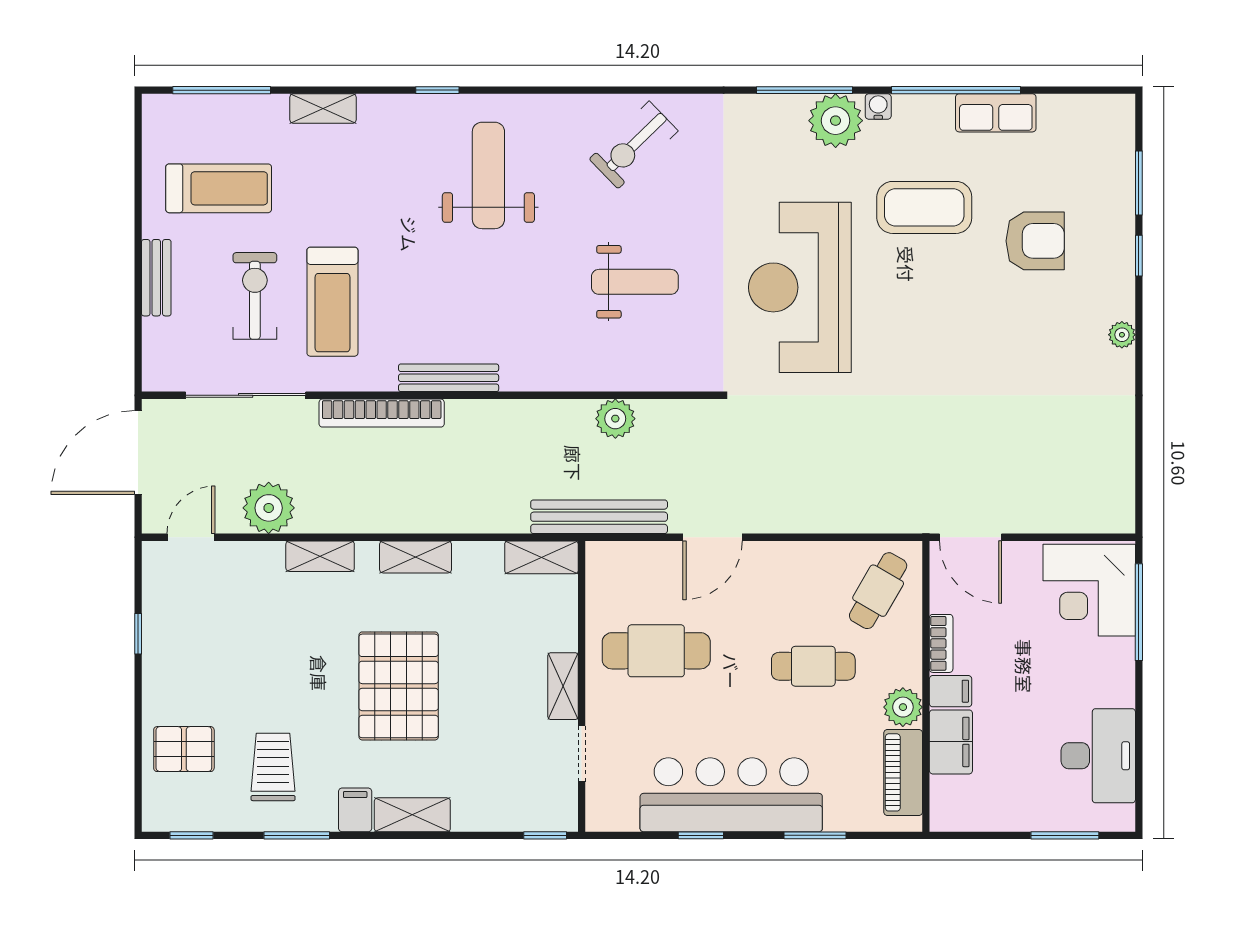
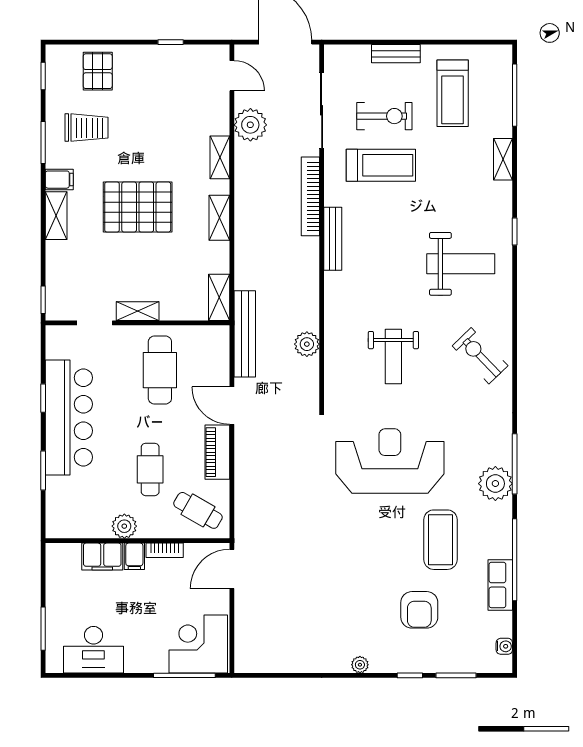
water cooler: (878, 106) -> (504, 646), moved
treadmill: (332, 302) -> (381, 165), turned 180
piano: (903, 772) -> (217, 452), moved, turned -90

